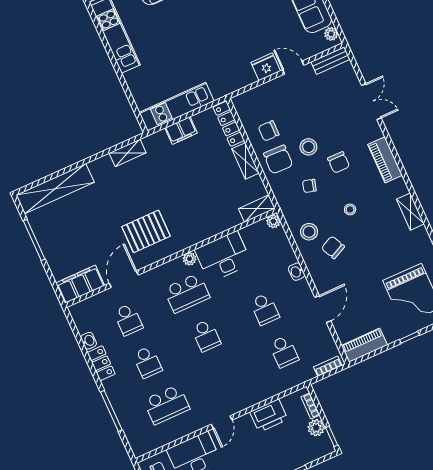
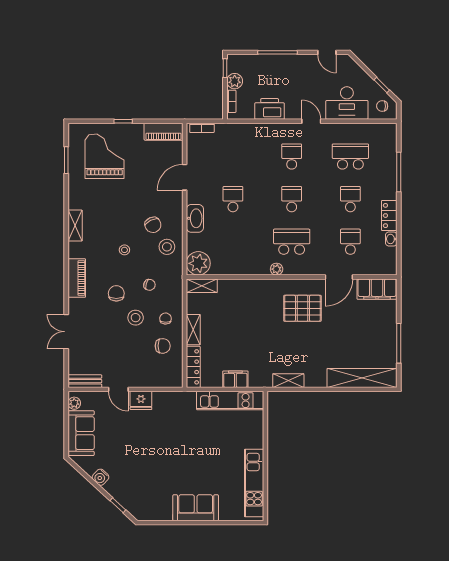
chair: (278, 159) -> (165, 319), width x0.54, depth x0.54
plant: (273, 221) -> (198, 263), width x1.87, depth x1.87
desk: (223, 257) -> (248, 258), removed
washbasin: (297, 272) -> (195, 218), width x1.91, depth x1.45
school desk: (284, 352) -> (292, 157), moved
door: (222, 422) -> (311, 121), hinge flipped

